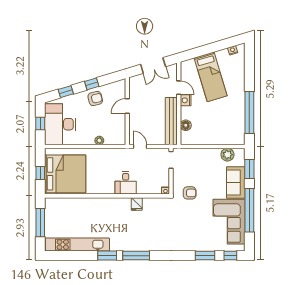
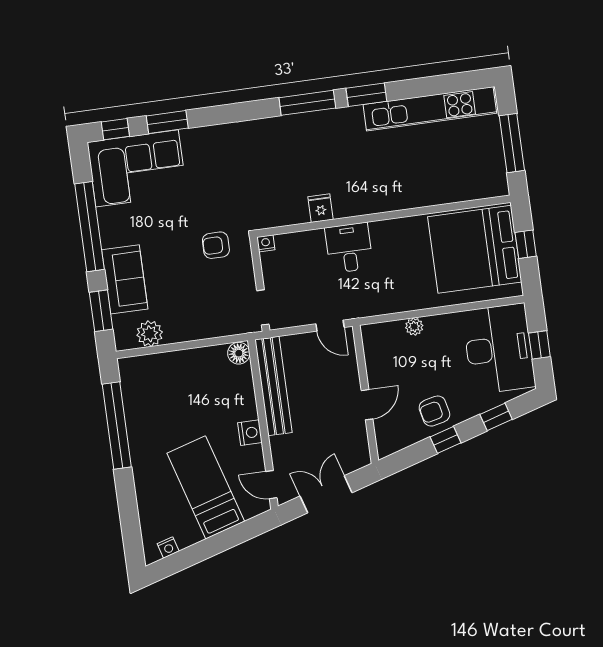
door: (179, 88) -> (271, 485), moved
floor lamp: (186, 125) -> (239, 353), moved
corner sofa: (229, 222) -> (137, 168), moved, turned 90

